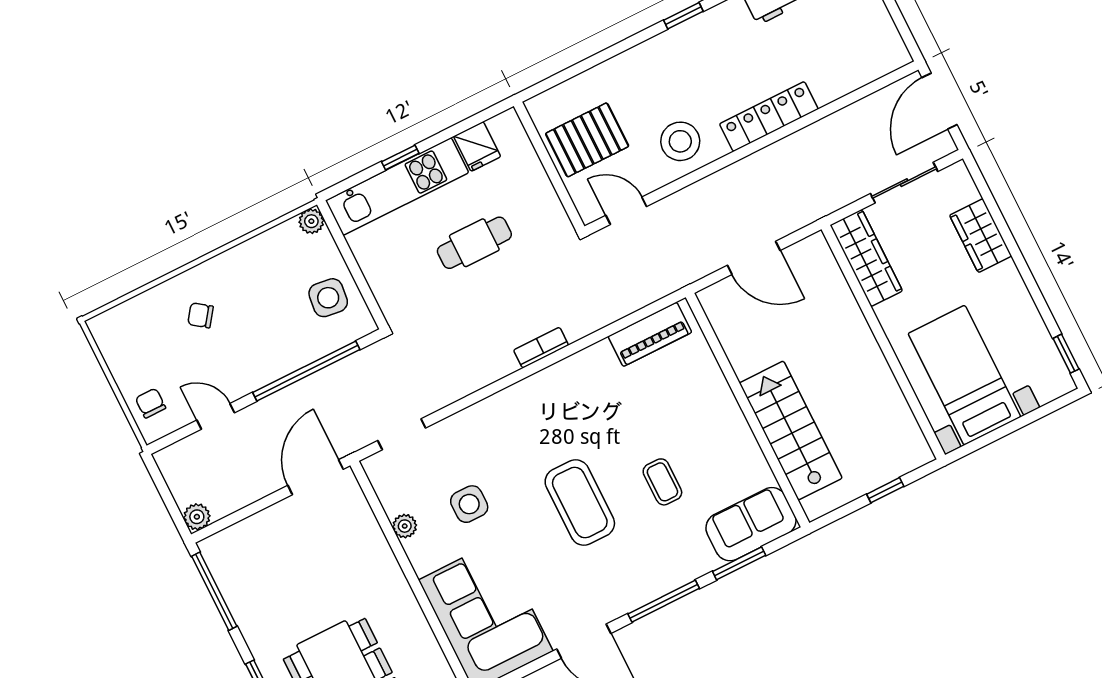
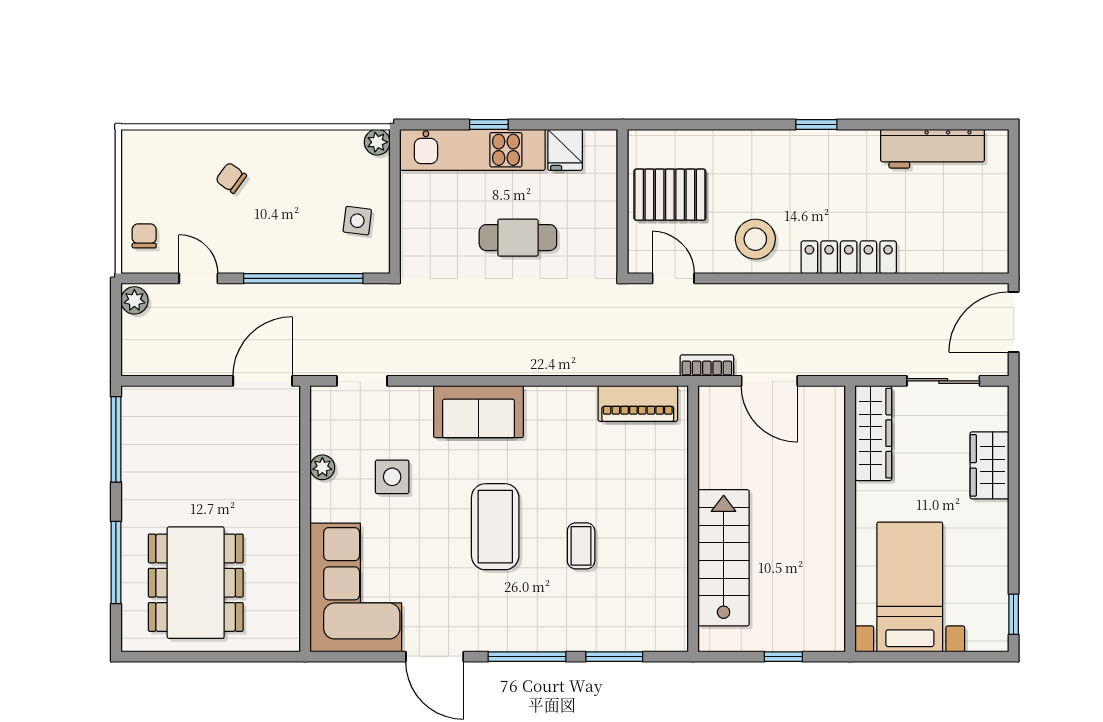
side table: (328, 298) -> (357, 221), width x0.73, depth x0.73
bookcase: (541, 348) -> (707, 365), moved
plant: (197, 517) -> (134, 300), moved
sofa: (751, 524) -> (478, 412), moved, turned 180

